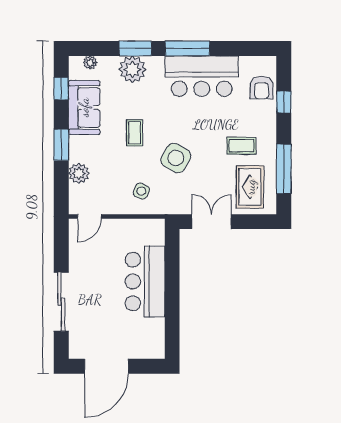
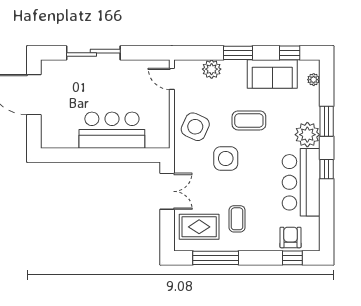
window: (187, 48) -> (327, 169), width x0.46
plant: (132, 69) -> (307, 135), moved
armchair: (262, 88) -> (291, 237), turned 90
window: (284, 102) -> (292, 258), moved
coffee table: (135, 133) -> (249, 120), width x1.36, depth x1.30
side table: (176, 158) -> (226, 158), turned -30
side table: (141, 191) -> (195, 127), width x1.87, depth x1.87

